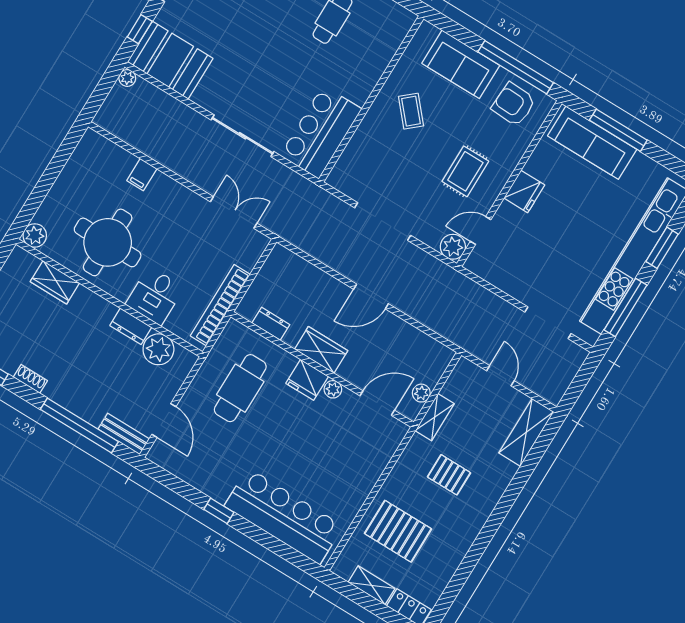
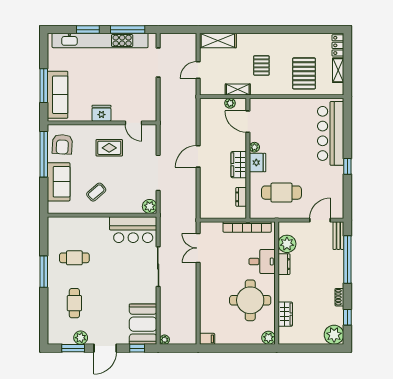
filing cabinet: (142, 175) -> (207, 339), moved
plant: (453, 247) -> (150, 206), moved
door: (371, 297) -> (198, 156), swing flipped

